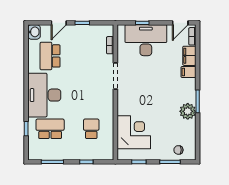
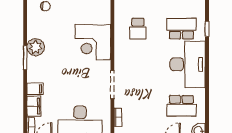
school desk: (50, 56) -> (181, 106), turned 90
school desk: (50, 129) -> (181, 29), turned 180
corner desk: (134, 132) -> (93, 42), moved

